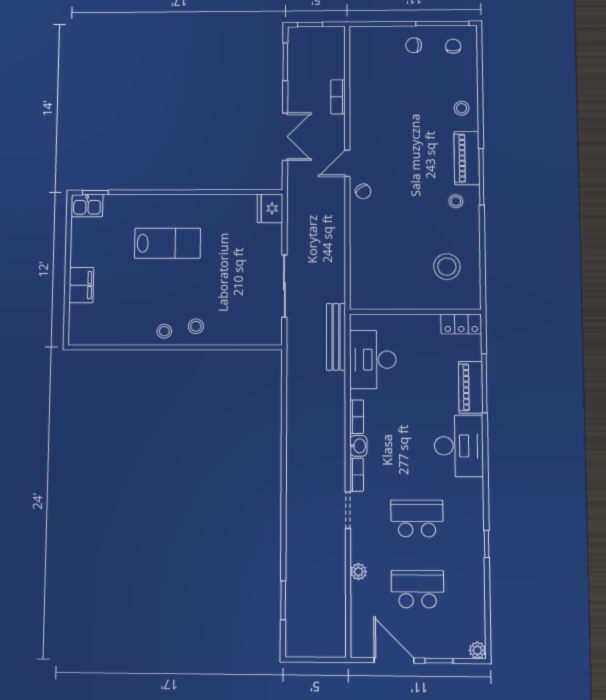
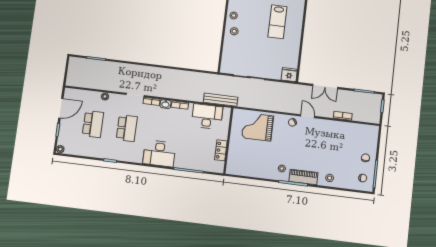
grand piano: (381, 258) -> (258, 127), added
stool: (447, 267) -> (249, 159), removed
locker: (461, 324) -> (221, 150), moved
piano: (471, 387) -> (187, 163), removed

